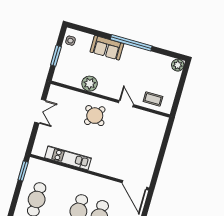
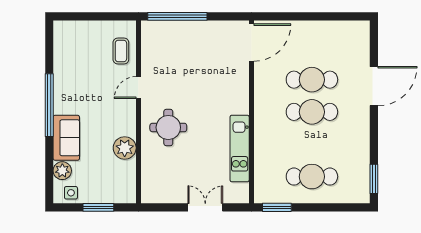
plant: (178, 65) -> (62, 171), moved
double door: (40, 111) -> (205, 207), moved
round table: (95, 116) -> (168, 127), turned -34
window: (165, 142) -> (177, 16), added

